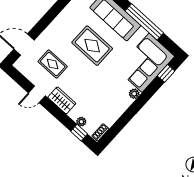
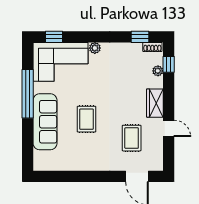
rug: (92, 46) -> (87, 119), width x0.73, depth x0.70
window: (115, 130) -> (140, 37), added

